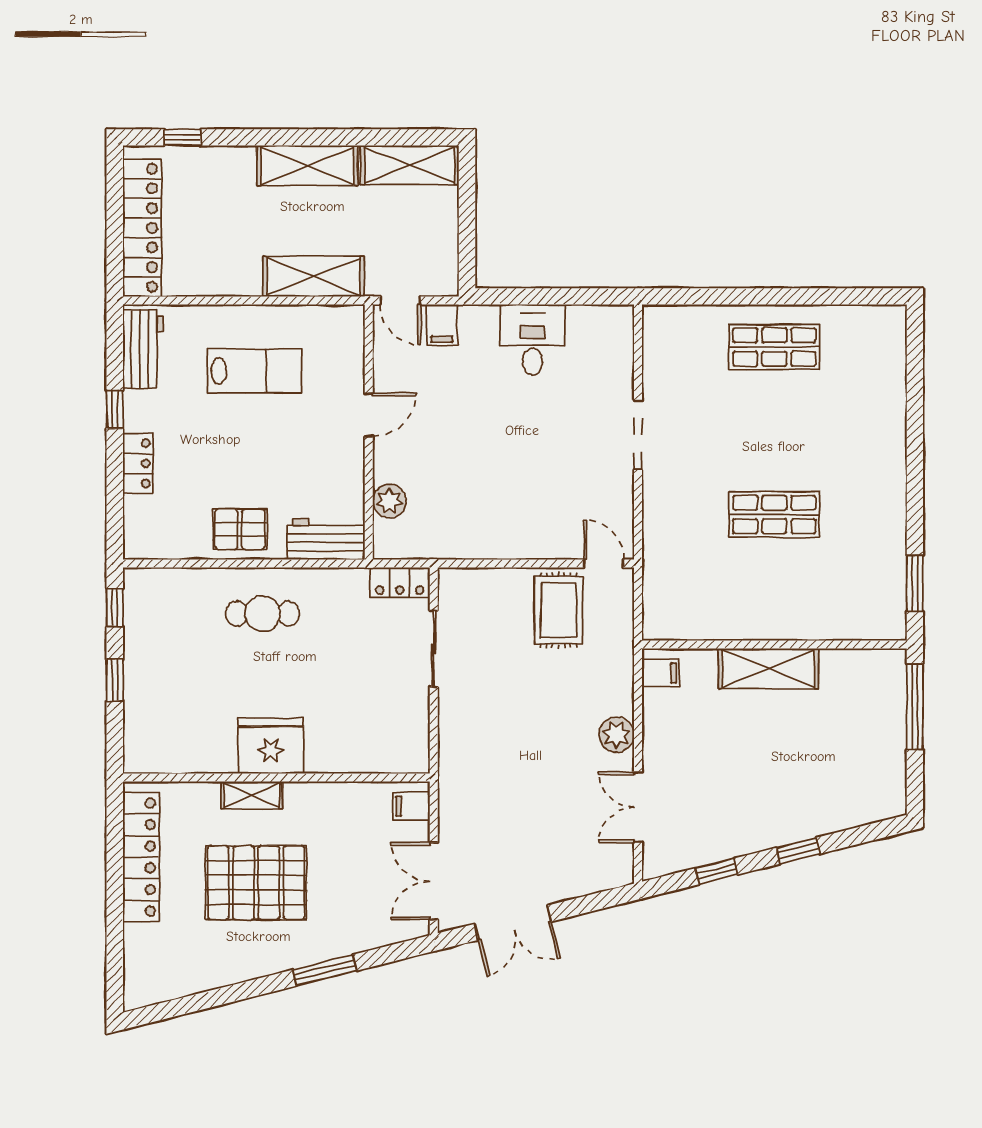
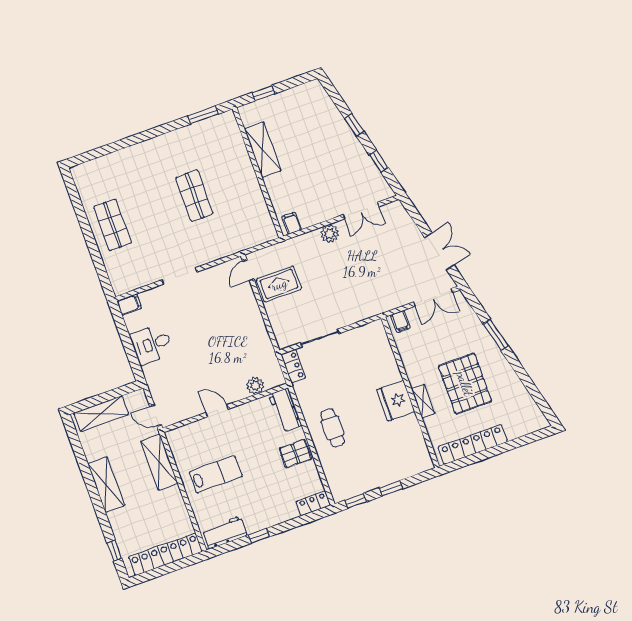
shelving: (409, 165) -> (101, 414), moved, turned 90
door: (400, 301) -> (156, 416), swing flipped
filing cabinet: (442, 325) -> (129, 305), moved
lab bench: (255, 371) -> (216, 474), turned 90
locker: (138, 463) -> (313, 503), moved
pallet: (240, 529) -> (295, 454), turned 90
shelving: (768, 669) -> (263, 150), moved
window: (915, 707) -> (263, 93), width x0.46

